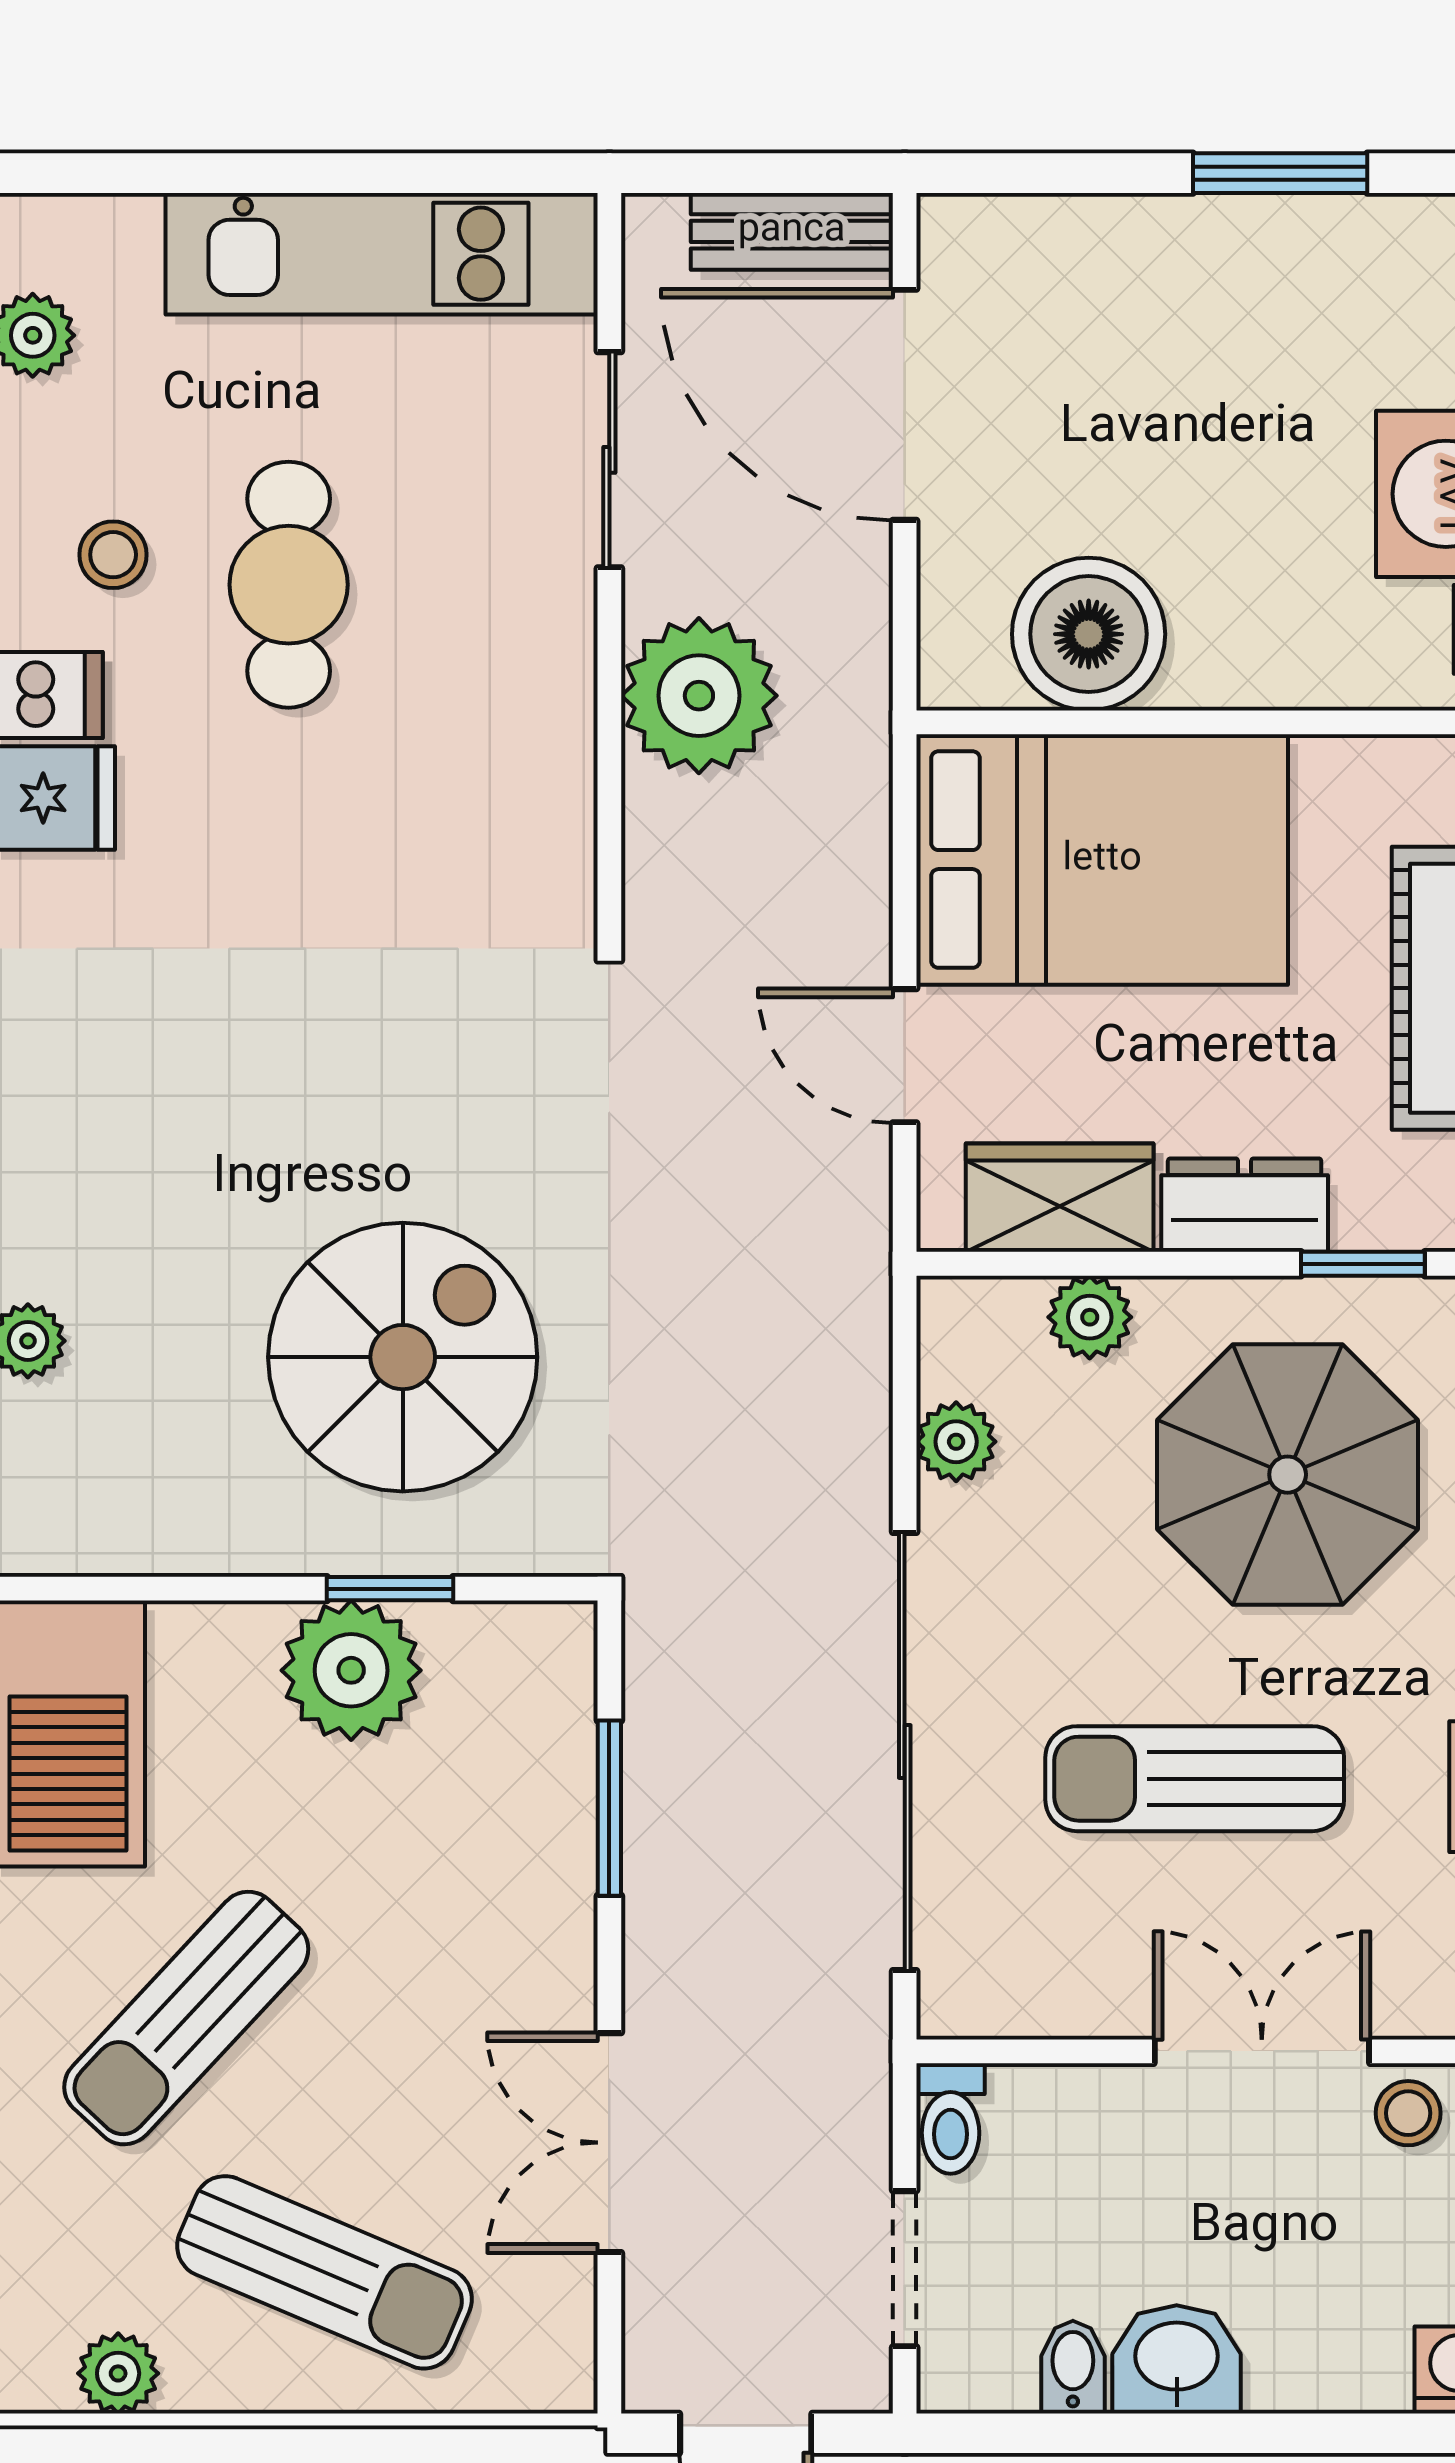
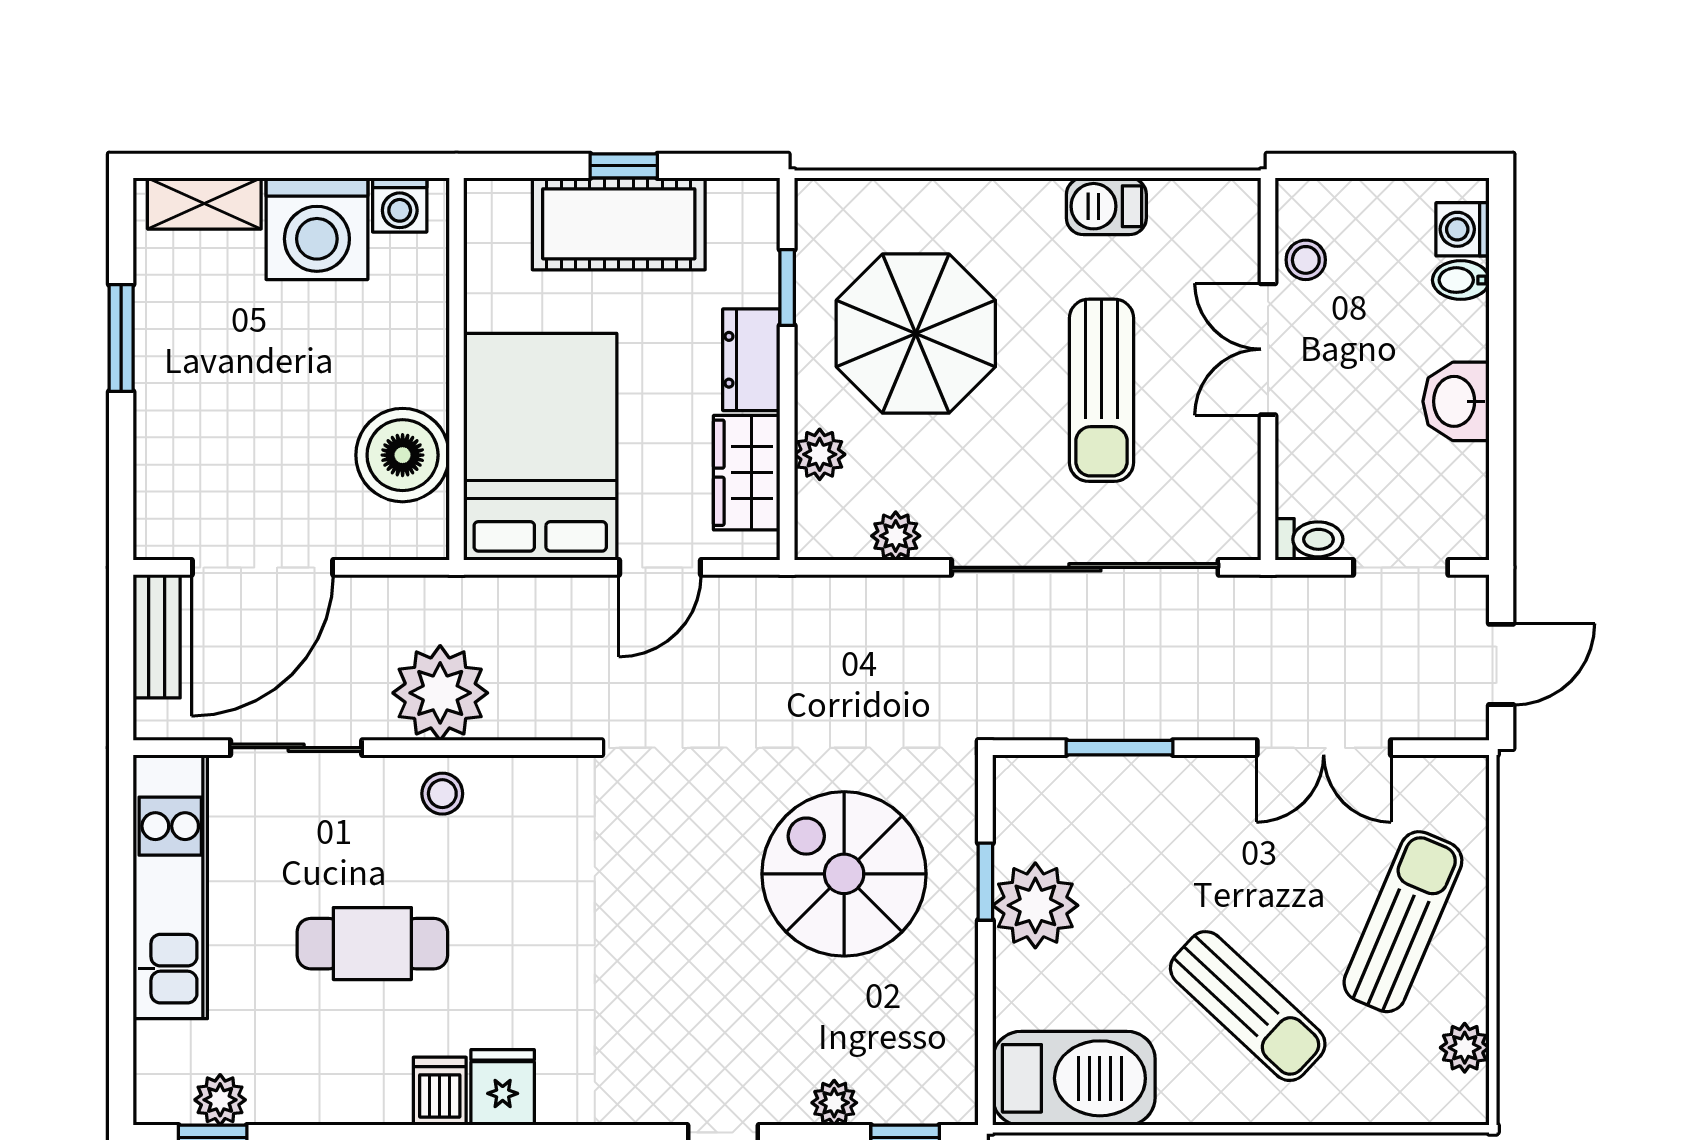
stool: (113, 555) -> (442, 794), moved
bidet: (1073, 2367) -> (1461, 280), moved

